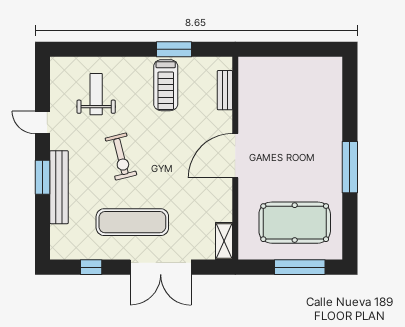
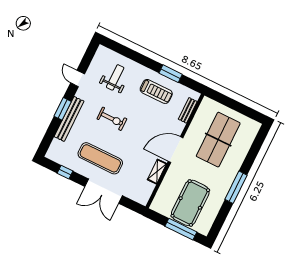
treadmill: (166, 85) -> (156, 91), turned -90
table tennis table: (290, 111) -> (218, 140), added
exercise bike: (121, 157) -> (112, 119), turned -76
pool table: (295, 223) -> (190, 203), turned 90
shelving: (224, 241) -> (157, 172), moved

